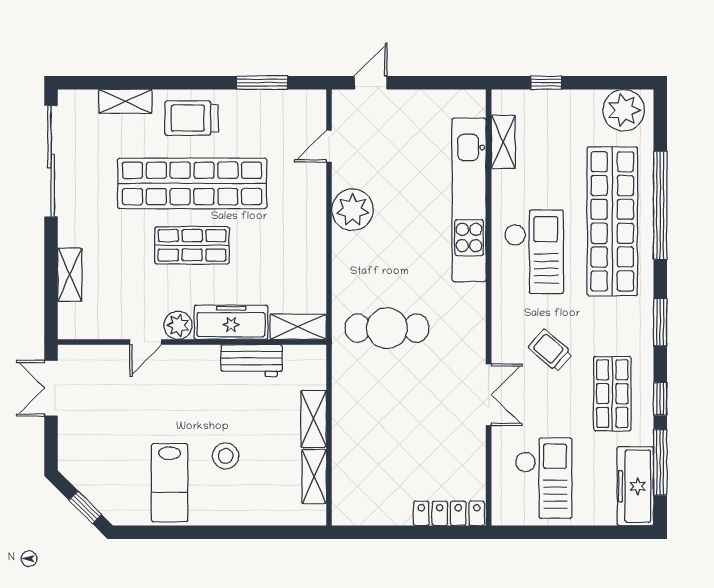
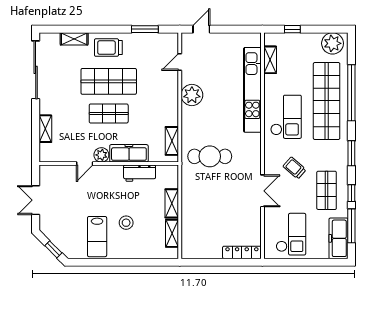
shop shelf: (192, 183) -> (109, 81), width x0.71
shelving: (298, 327) -> (172, 141), moved, turned 90
double door: (51, 388) -> (36, 200), moved

